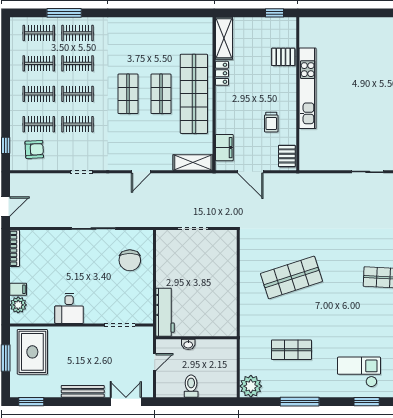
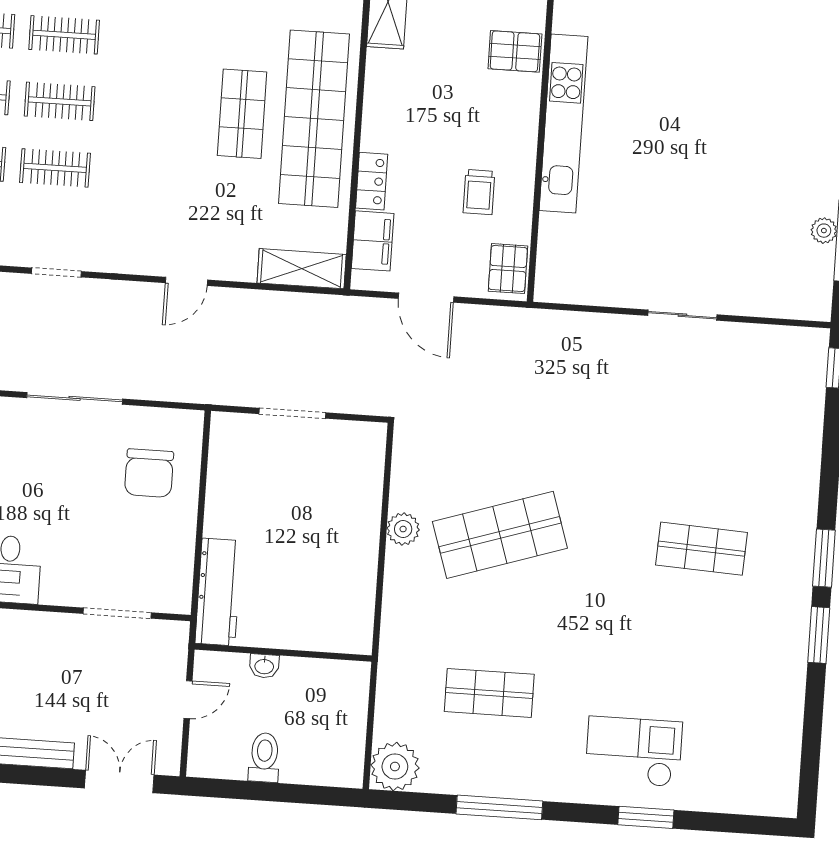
locker: (222, 73) -> (372, 181), moved
shop shelf: (128, 94) -> (170, 109), removed
plant: (247, 278) -> (403, 529), added

